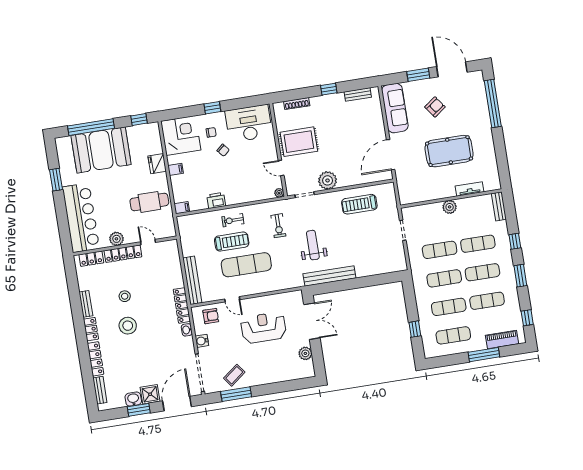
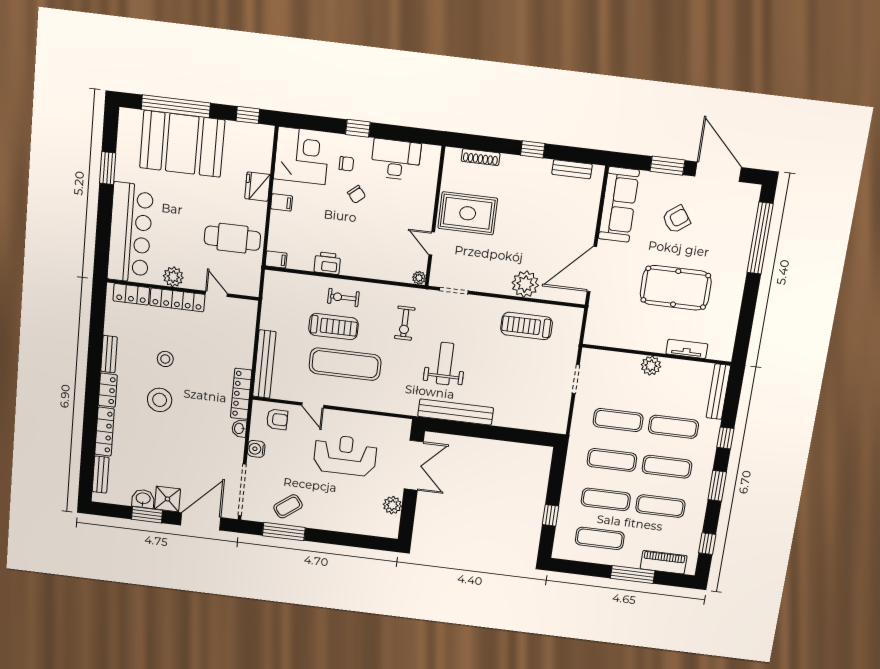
desk: (249, 123) -> (396, 160), width x0.73, depth x0.77
plant: (328, 180) -> (525, 284), moved
bench: (499, 206) -> (718, 392), width x1.36

